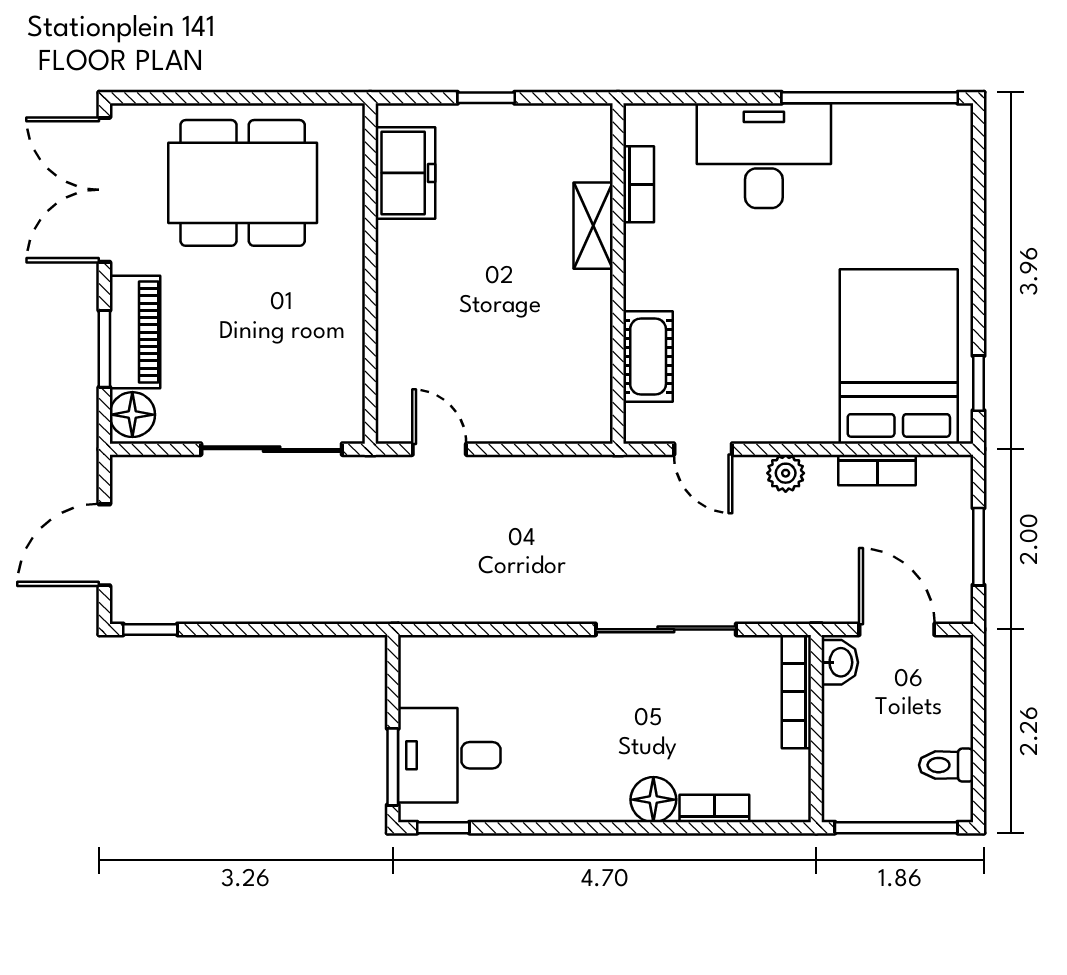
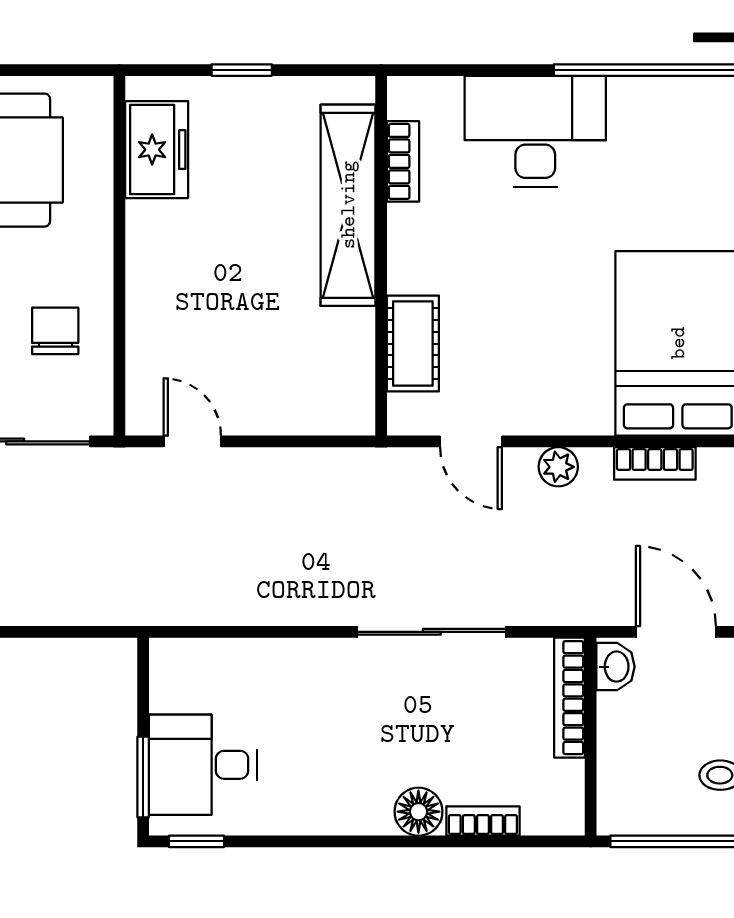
shelving: (593, 226) -> (348, 205), width x2.20, depth x1.33
chair: (310, 345) -> (55, 331), added

